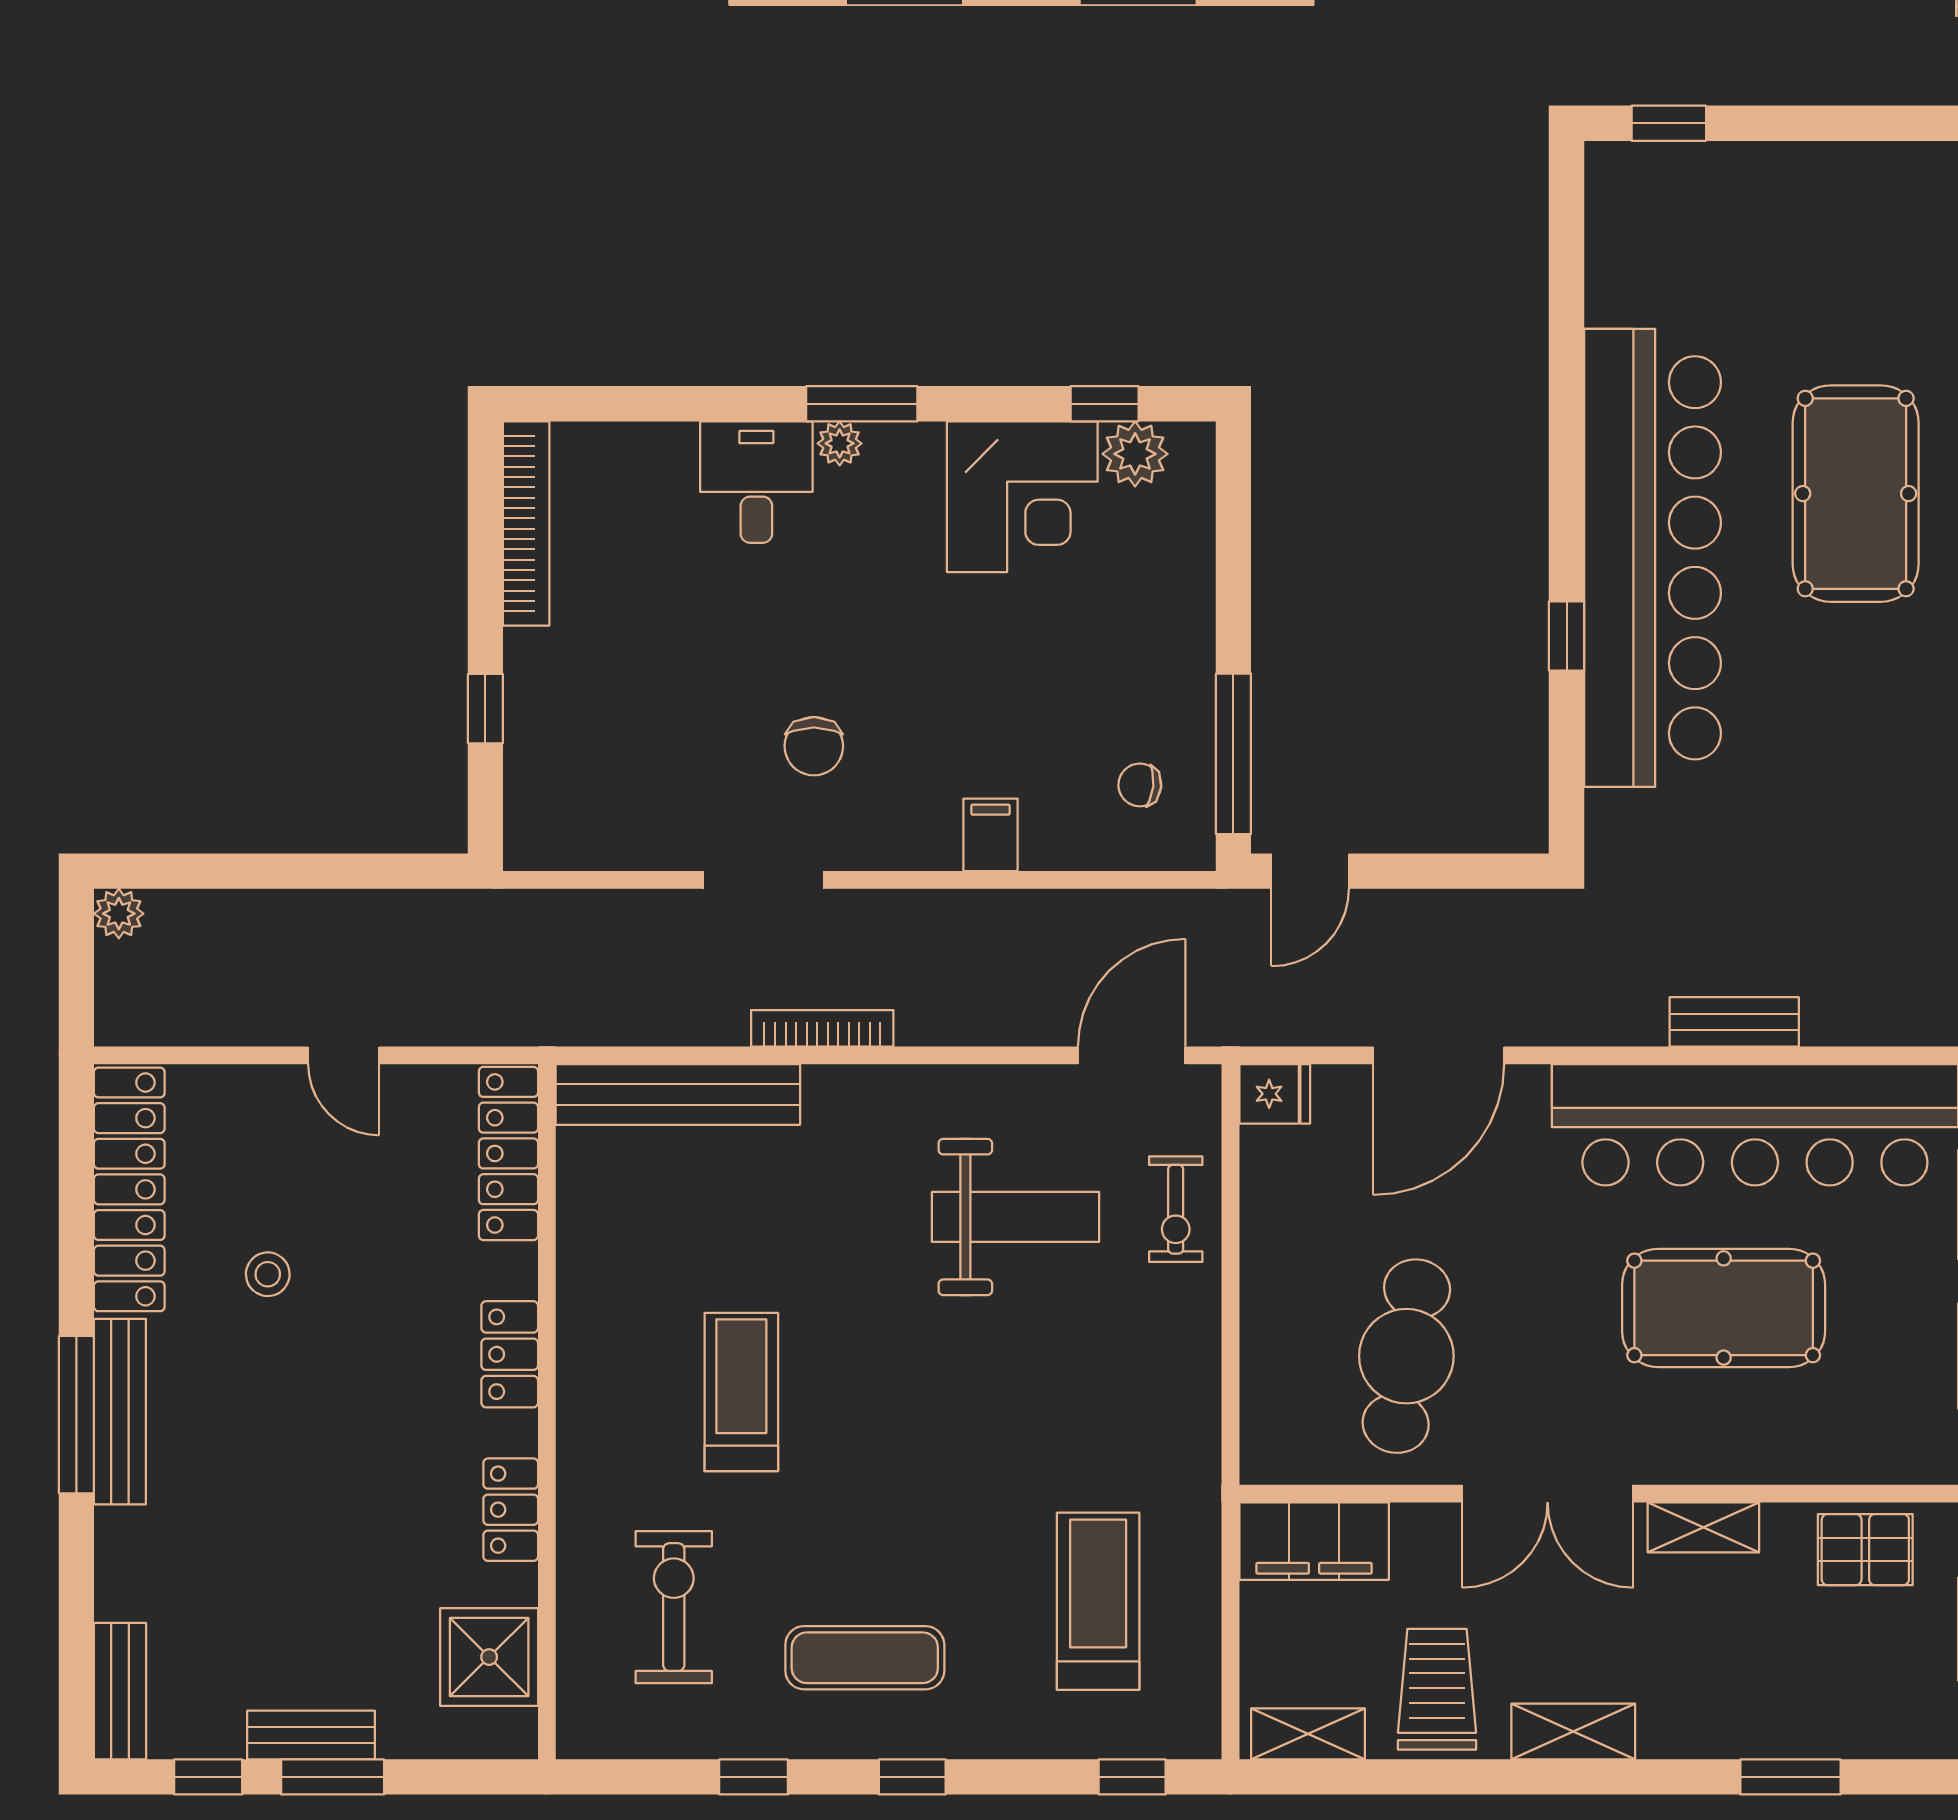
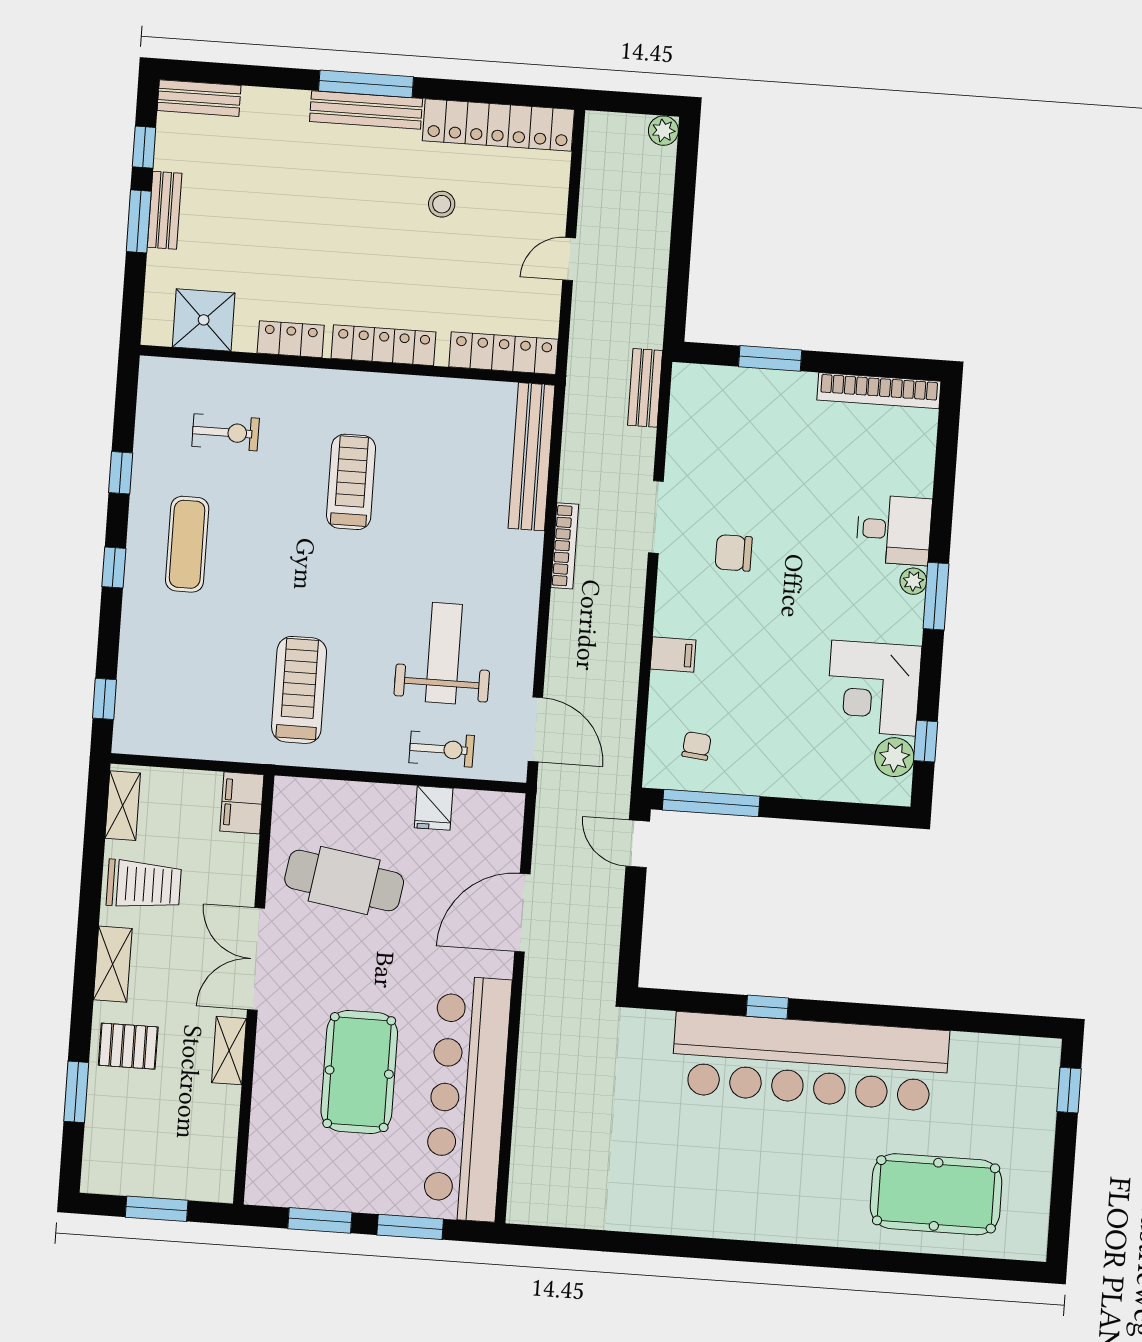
pool table: (1856, 494) -> (936, 1194), moved
window: (485, 709) -> (770, 358), width x1.50
bench: (1734, 1022) -> (645, 388), moved
door: (1439, 1055) -> (522, 913), hinge flipped
fridge: (1275, 1094) -> (434, 808), moved
exercise bike: (1176, 1209) -> (442, 749), turned 180
weight bench: (1015, 1217) -> (444, 653), turned 180
locker: (510, 1354) -> (384, 345), width x1.53
treadmill: (741, 1392) -> (351, 482), turned -90
filing cabinet: (1314, 1541) -> (242, 803), width x0.67, depth x0.86
pallet: (1865, 1550) -> (128, 1046), moved, turned 90
treadmill: (1098, 1601) -> (299, 690), moved, turned -90
exercise bike: (674, 1607) -> (226, 432), width x0.73, depth x0.72

